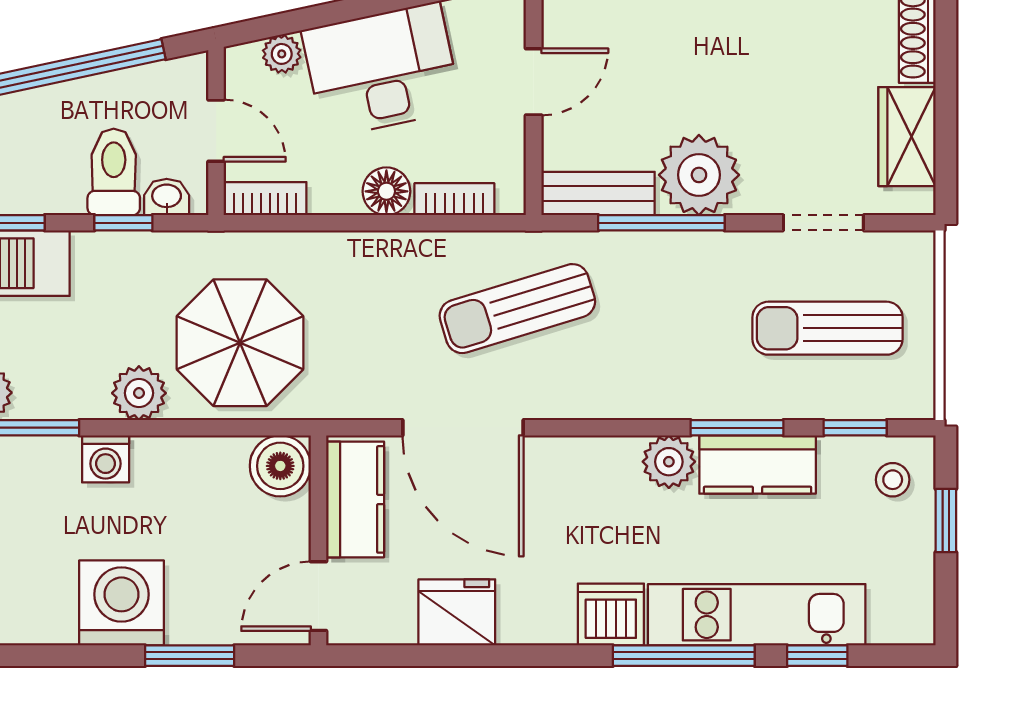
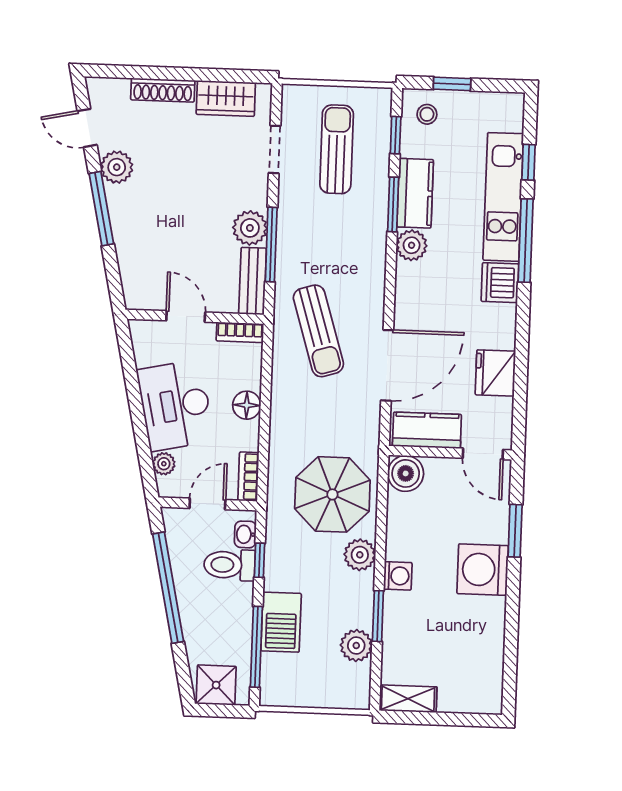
plant: (699, 175) -> (250, 228), width x0.73, depth x0.73
bookcase: (454, 199) -> (240, 332), moved, turned -90
sun lounger: (827, 328) -> (337, 149), turned 180

